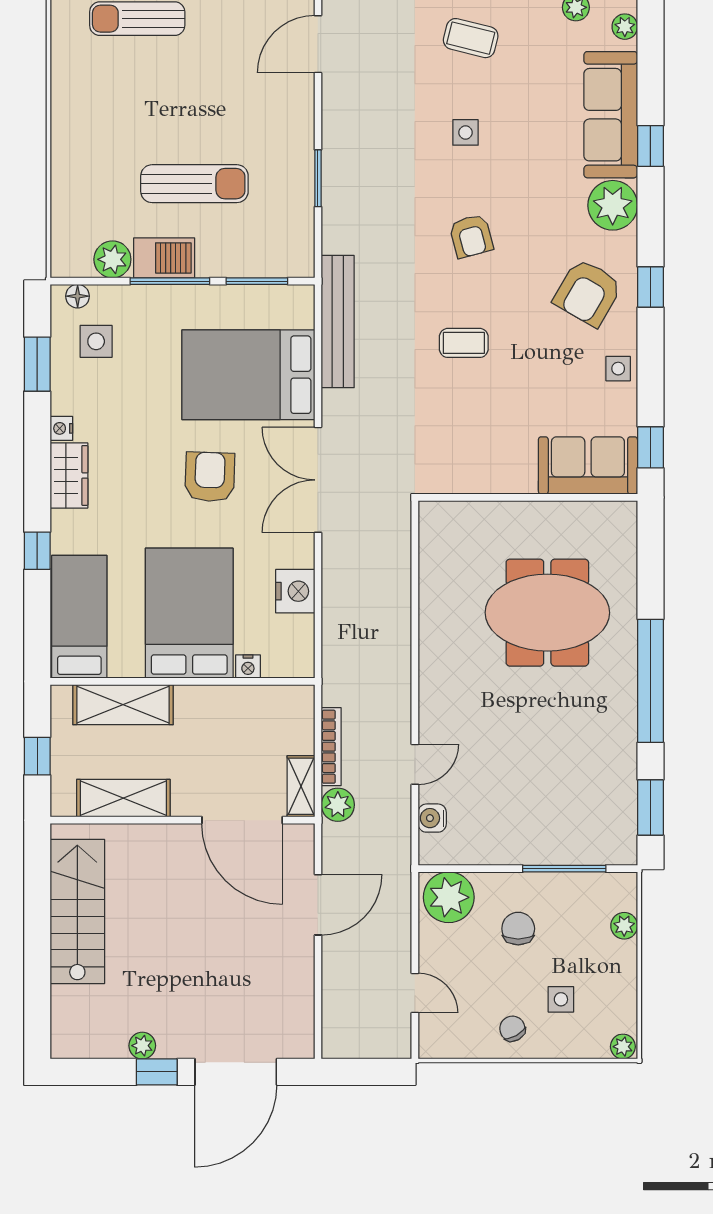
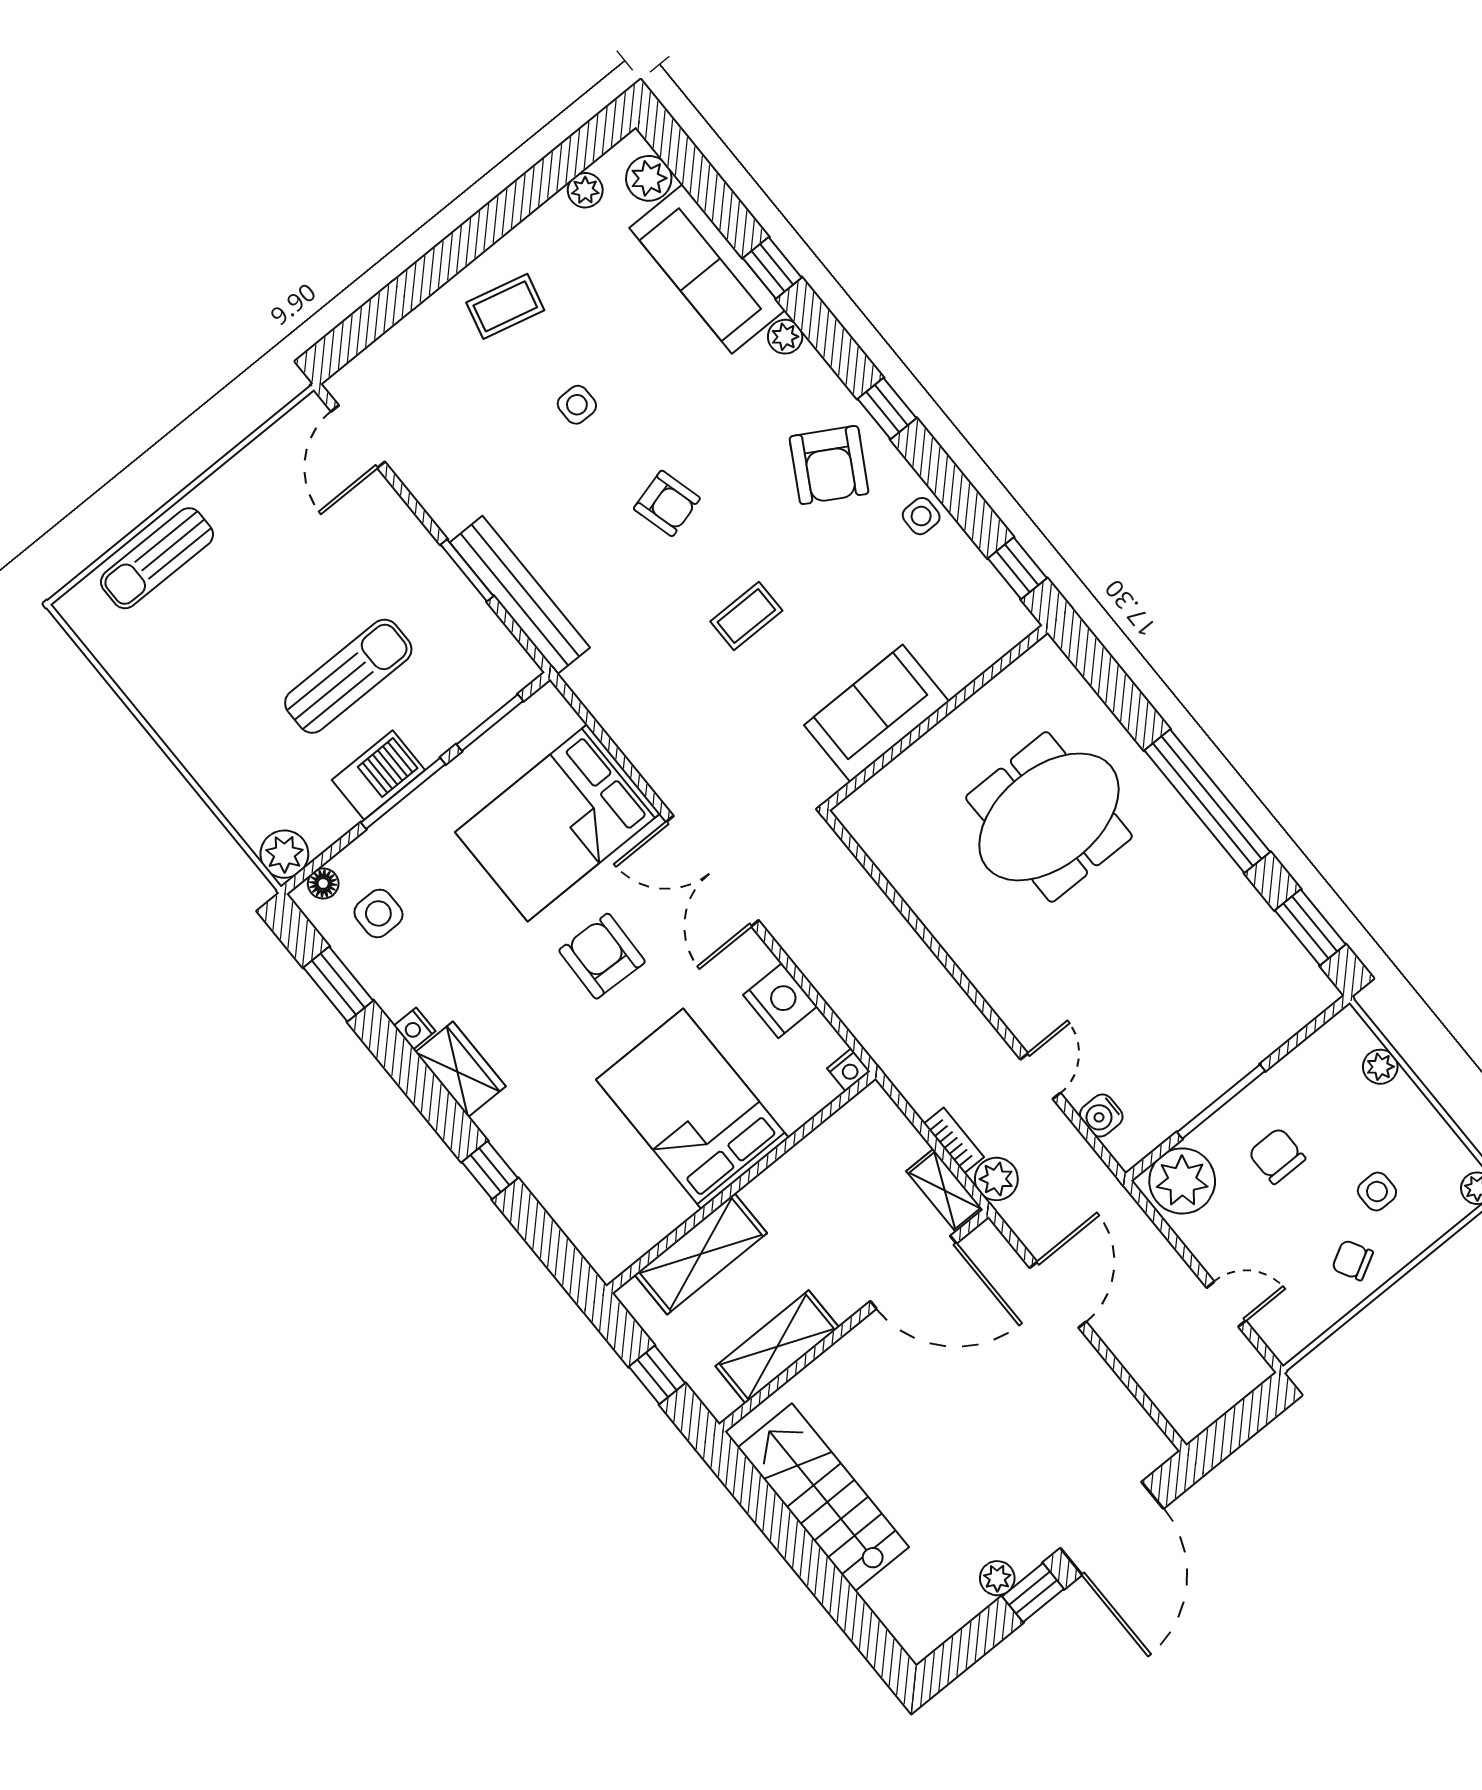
plant: (625, 27) -> (649, 178), width x1.38, depth x1.38
plant: (613, 205) -> (785, 337), width x0.53, depth x0.53
plant: (112, 259) -> (284, 854), moved
bench: (338, 322) -> (520, 595), moved
sofa: (588, 465) -> (877, 713), moved
bed: (79, 617) -> (586, 1202), removed
nightstand: (248, 666) -> (849, 1070), moved
bookcase: (331, 747) -> (954, 1140), width x0.64
window: (564, 869) -> (1221, 1102), moved

